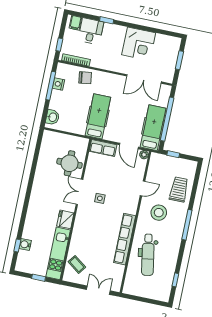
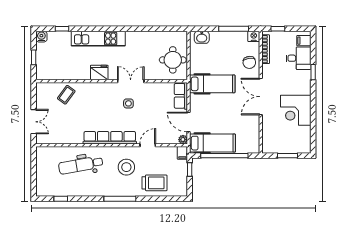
double door: (144, 79) -> (261, 97), moved
nightstand: (59, 84) -> (254, 36), moved
door: (129, 146) -> (188, 122), hinge flipped
filing cabinet: (156, 158) -> (182, 153), added
round table: (70, 163) -> (173, 60), moved
door: (142, 188) -> (148, 145), swing flipped
row of seats: (125, 239) -> (110, 138), moved
water cooler: (25, 244) -> (41, 37), moved
kitchen unit: (58, 253) -> (98, 39), moved, turned 180
coffee table: (77, 264) -> (66, 95), moved

